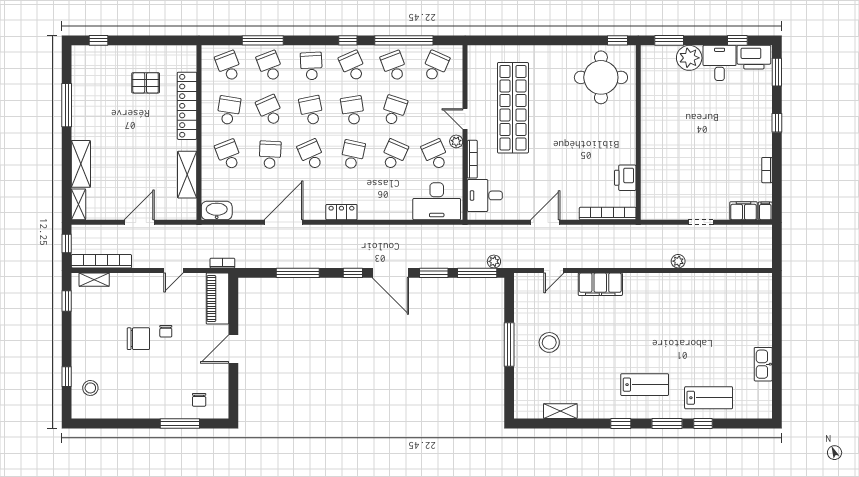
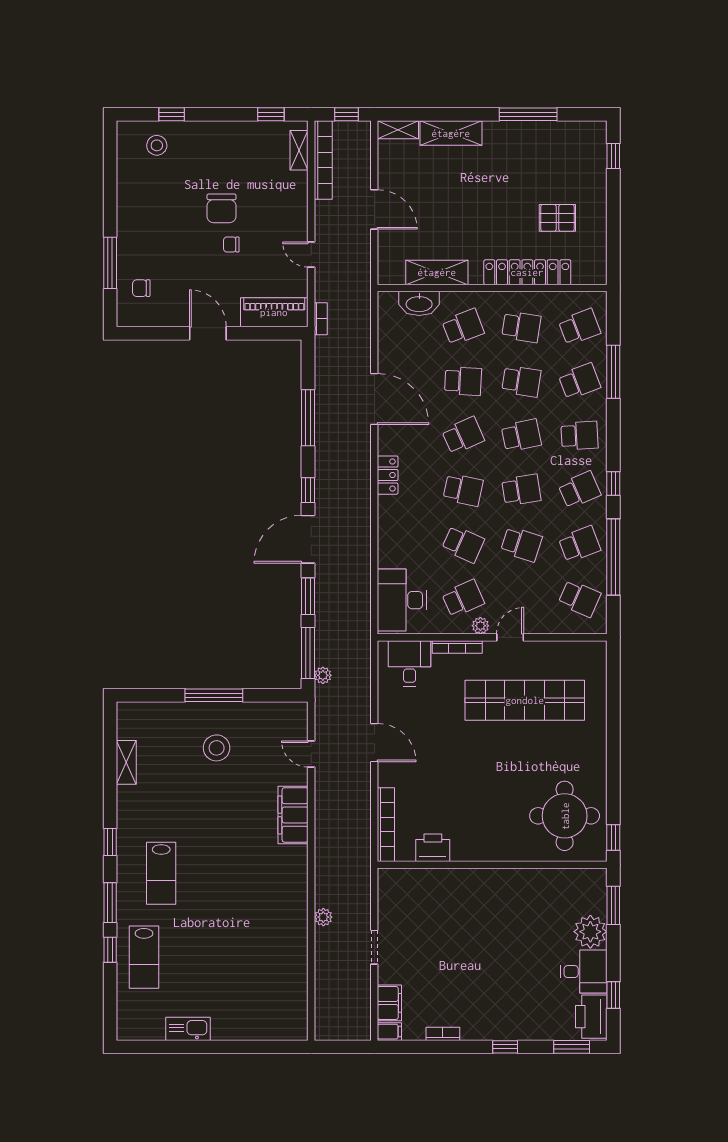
pallet: (146, 83) -> (557, 218), turned 90
school desk: (270, 110) -> (521, 381), turned 33
washbasin: (217, 211) -> (419, 303), moved, turned 90

